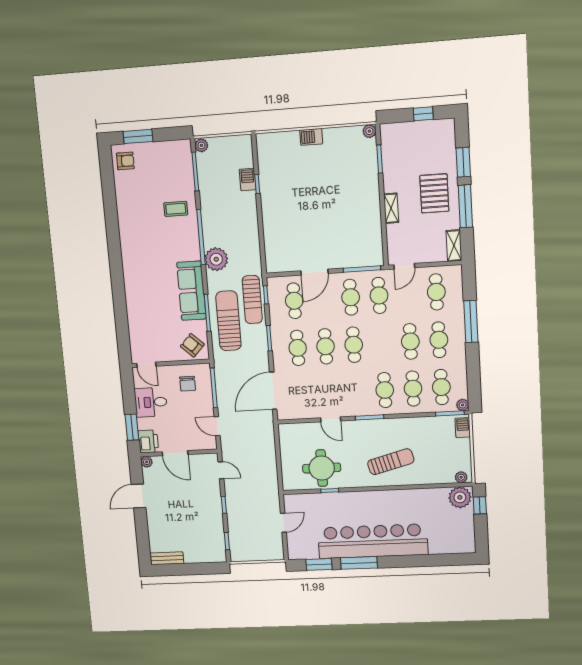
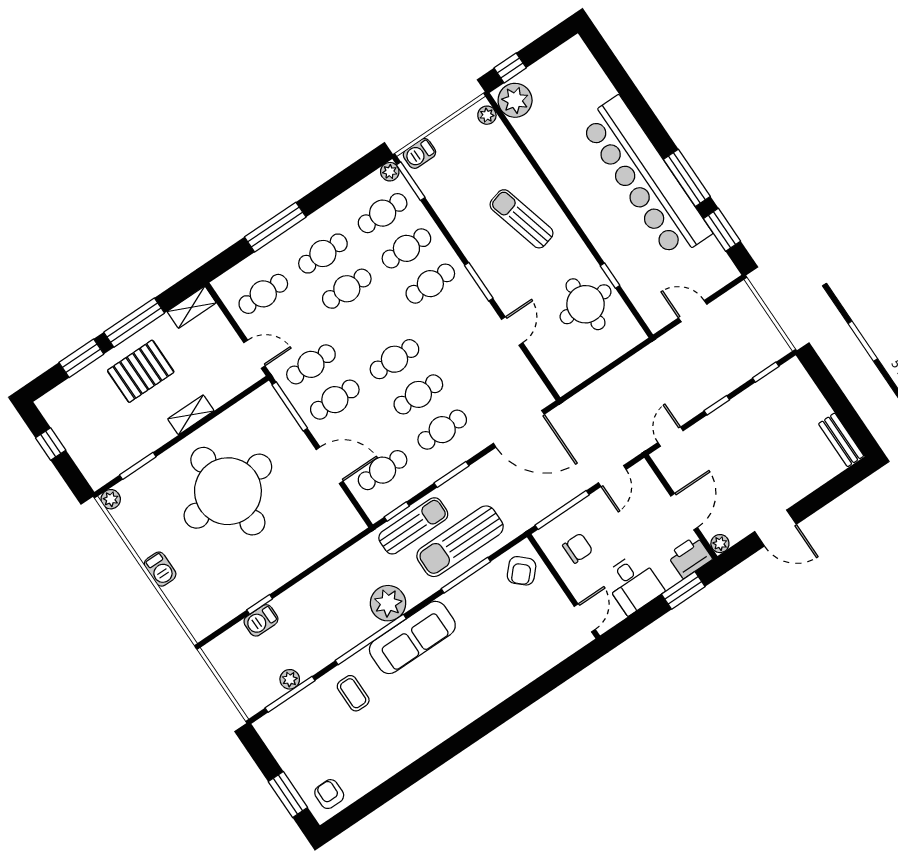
plant: (201, 145) -> (290, 679), moved
round table: (334, 204) -> (228, 491), added
sofa: (191, 291) -> (412, 637), moved

